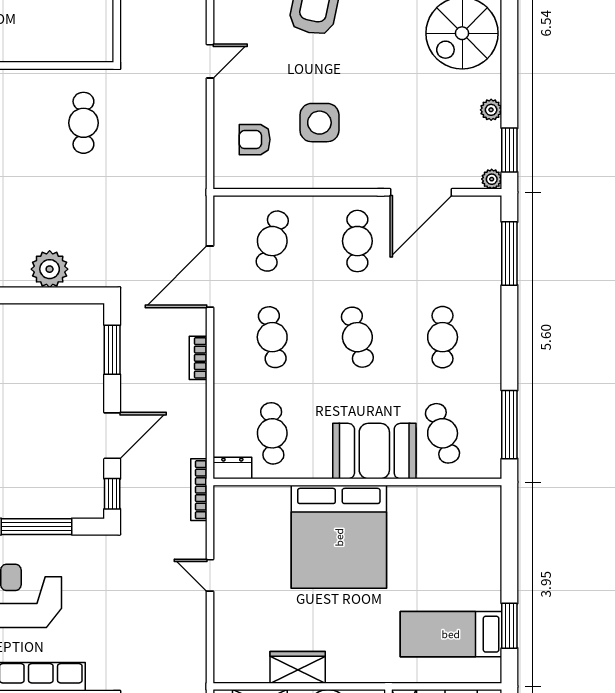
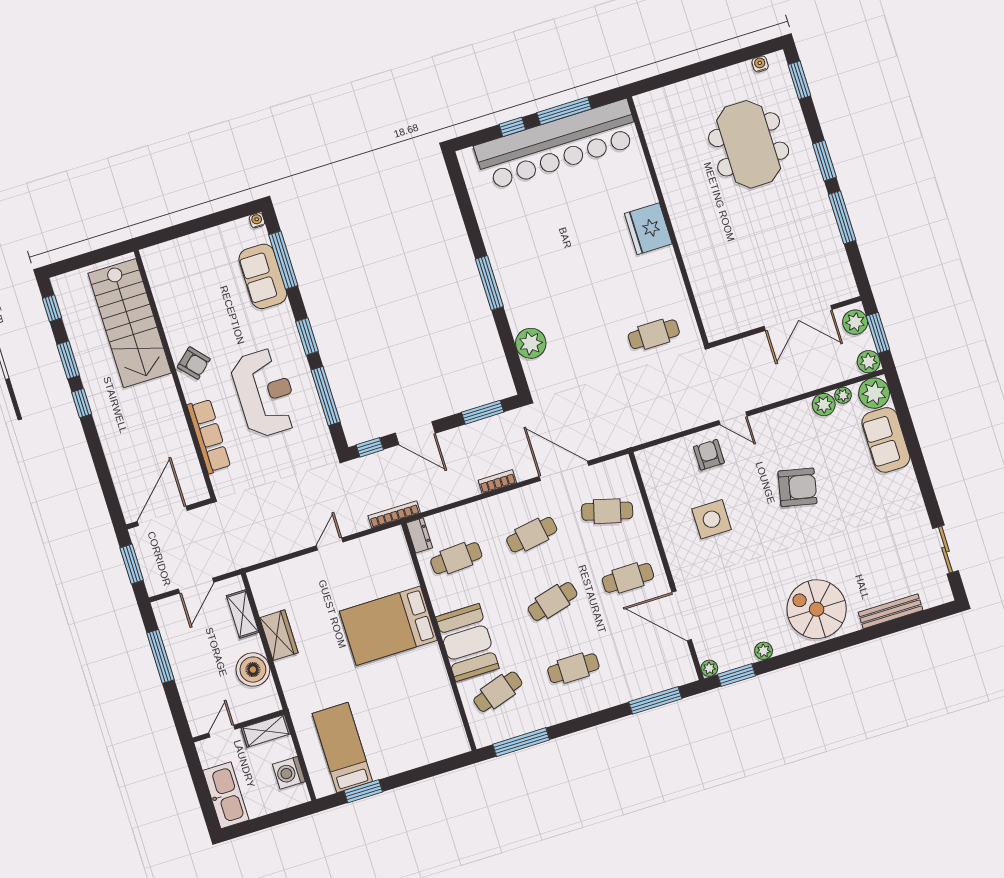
armchair: (255, 140) -> (709, 455), moved
bed: (339, 537) -> (388, 626), width x0.73

